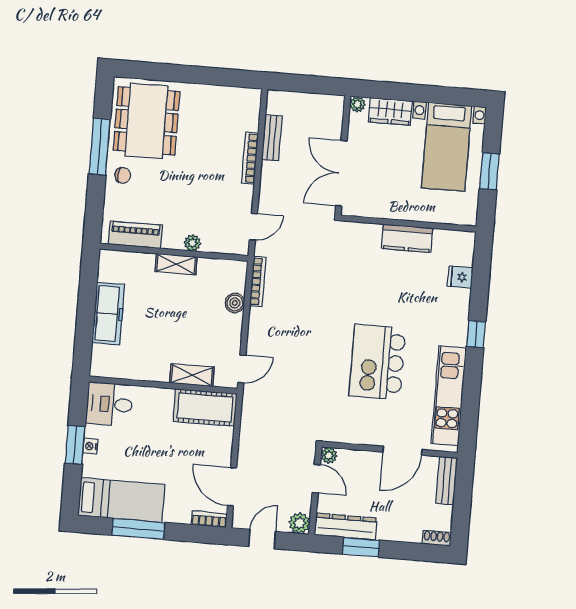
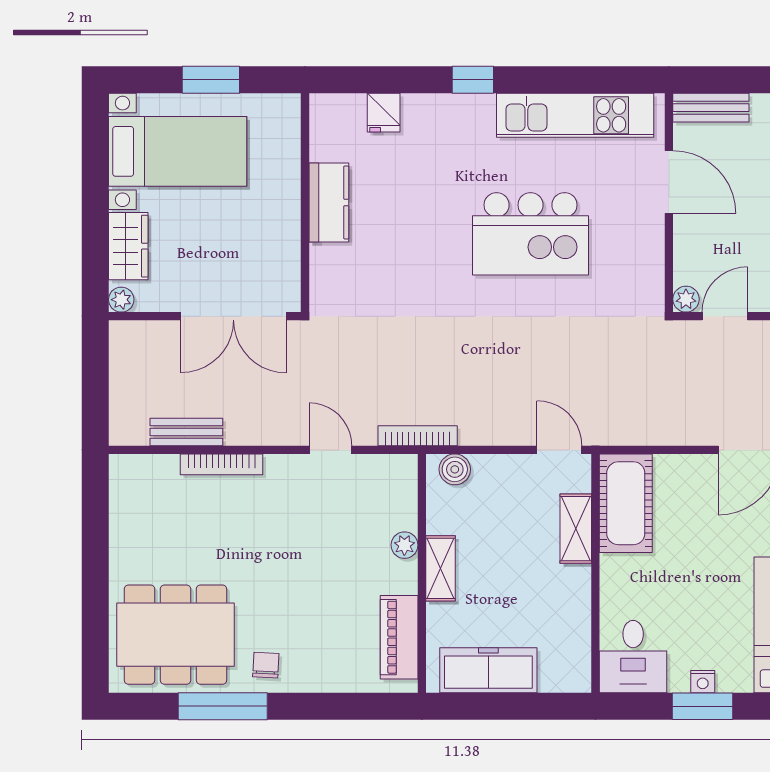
piano: (135, 235) -> (399, 637), moved
plant: (192, 243) -> (404, 545), moved
wall: (174, 252) -> (422, 573), moved
shelving: (176, 264) -> (441, 568), moved

